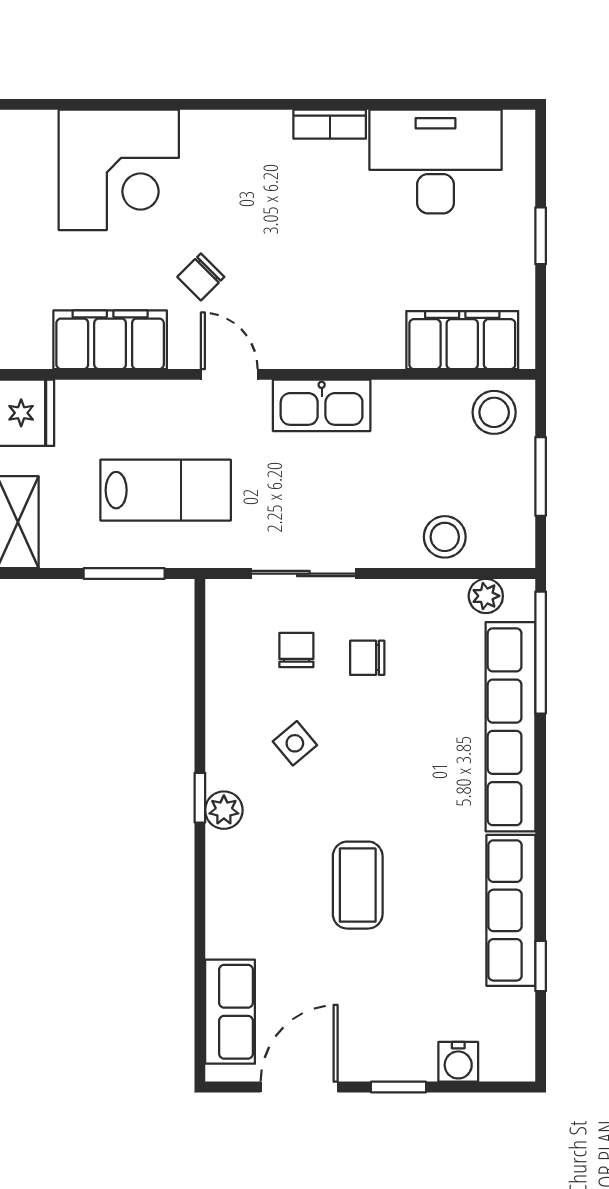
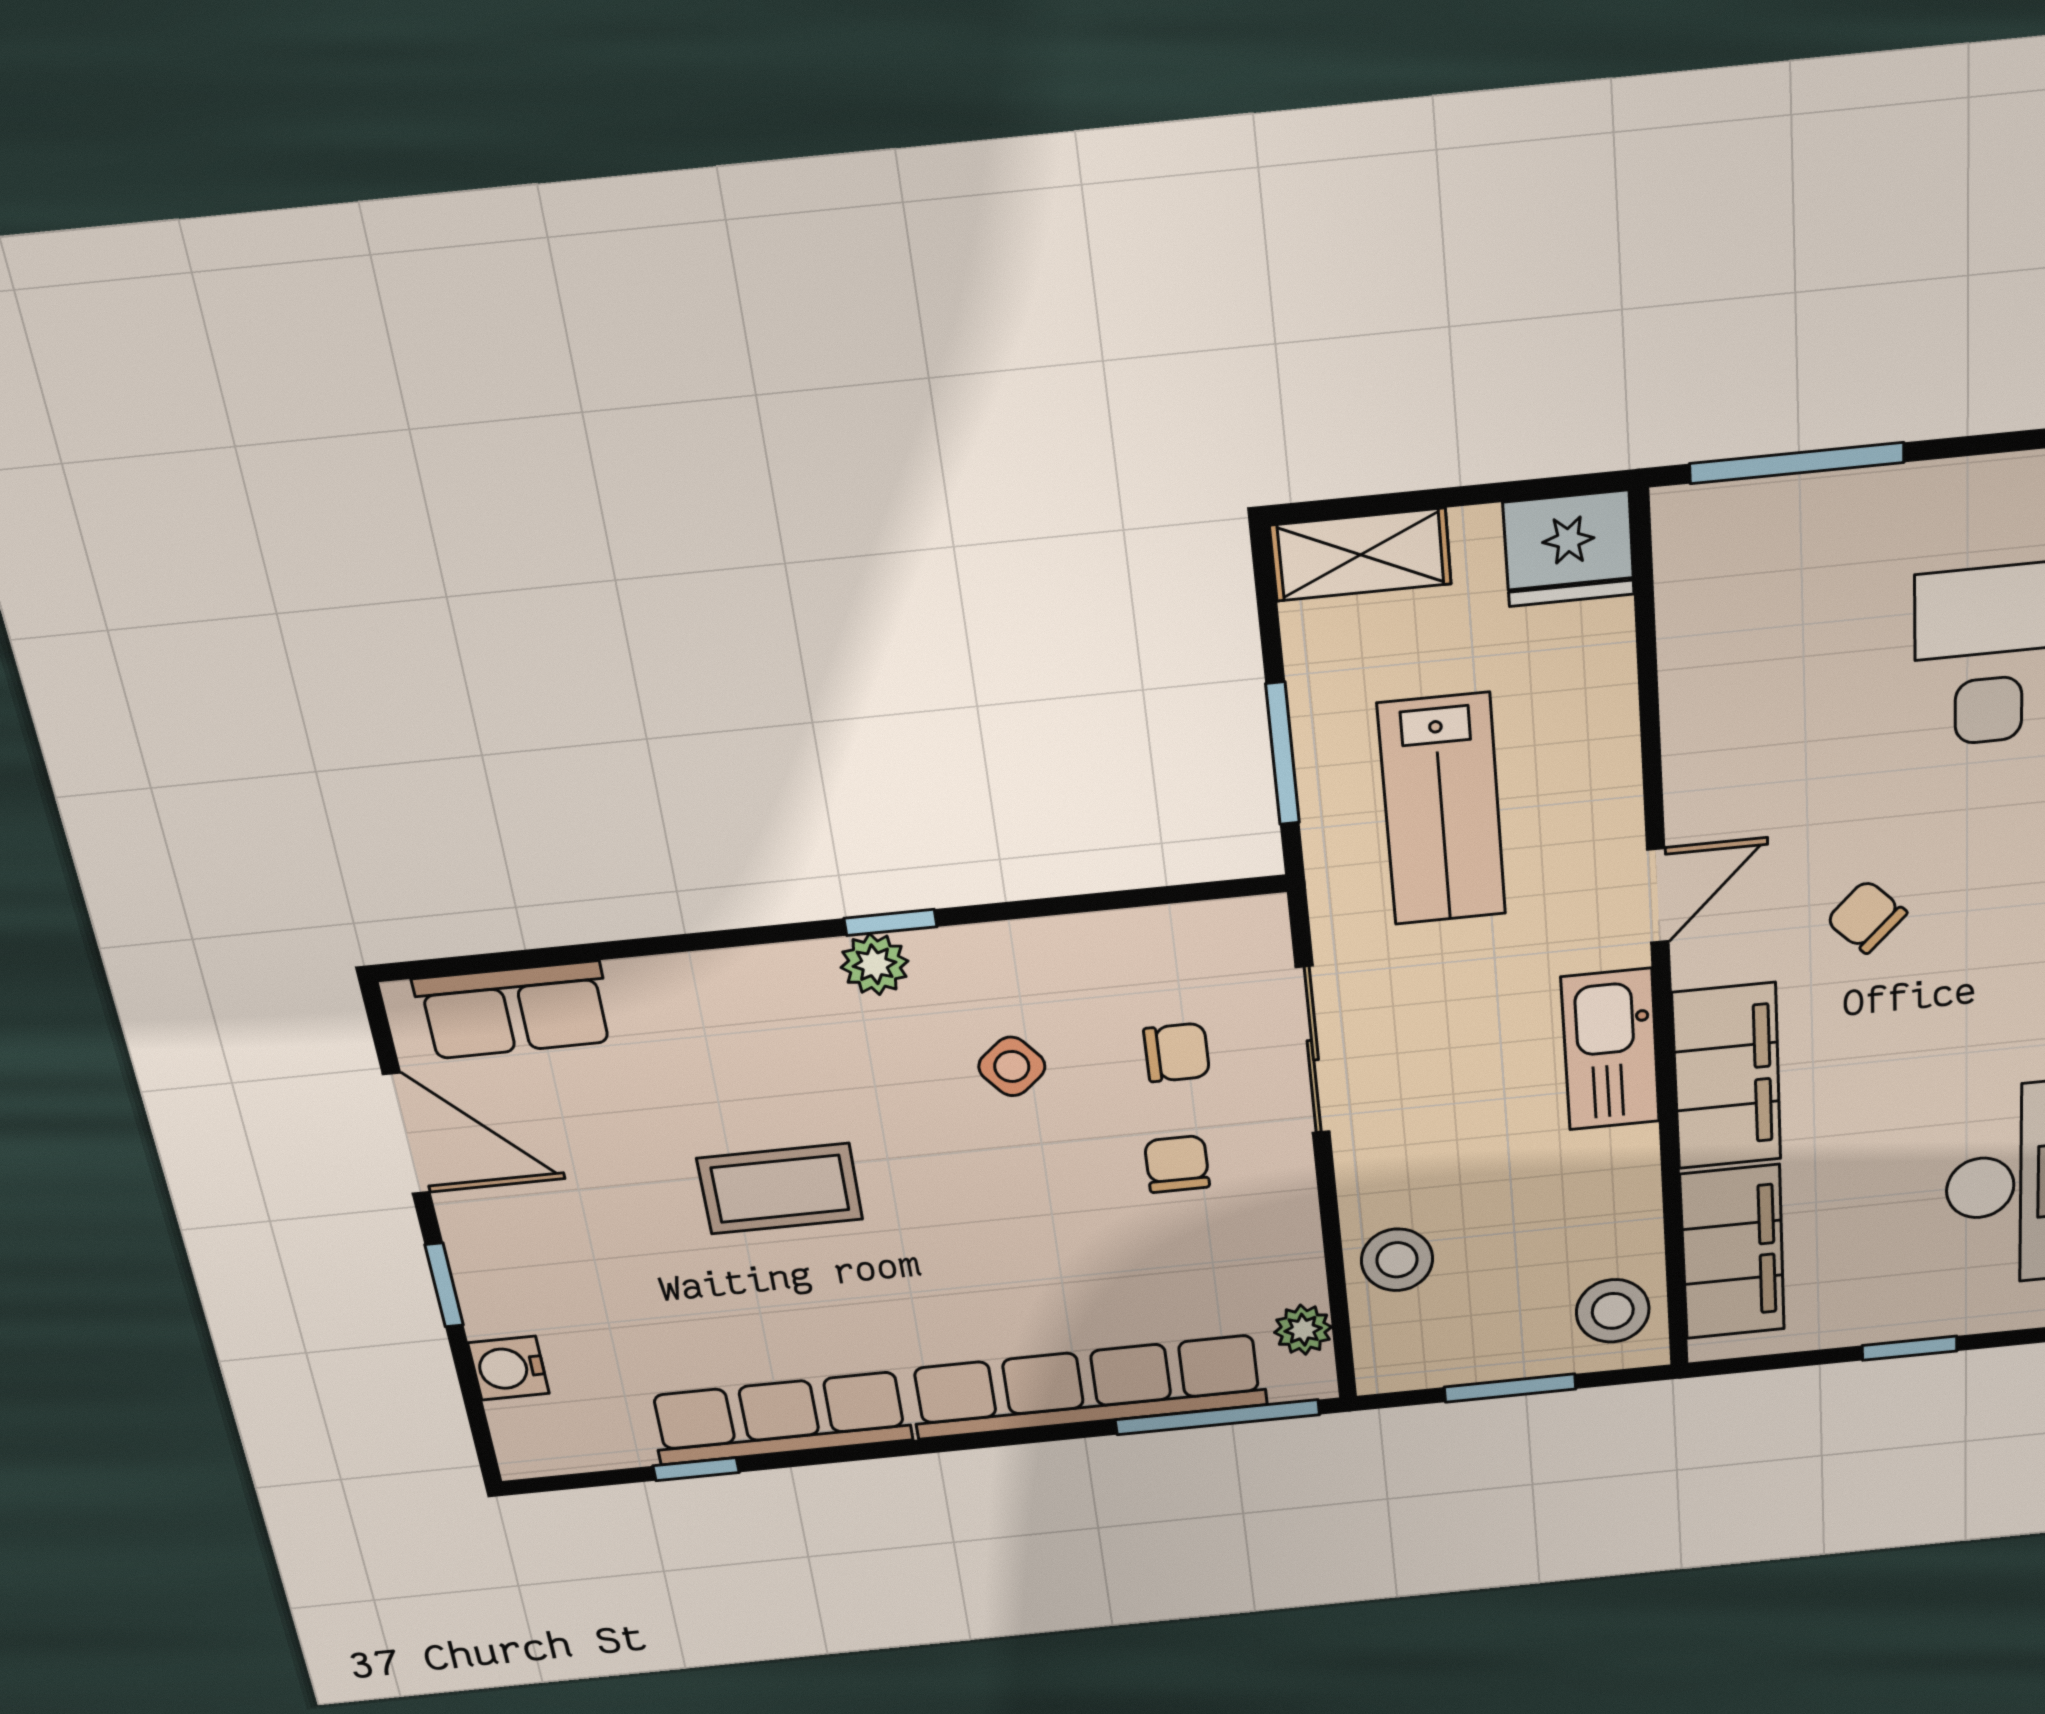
chair: (201, 277) -> (1866, 917), moved
filing cabinet: (110, 340) -> (1727, 1076), moved

